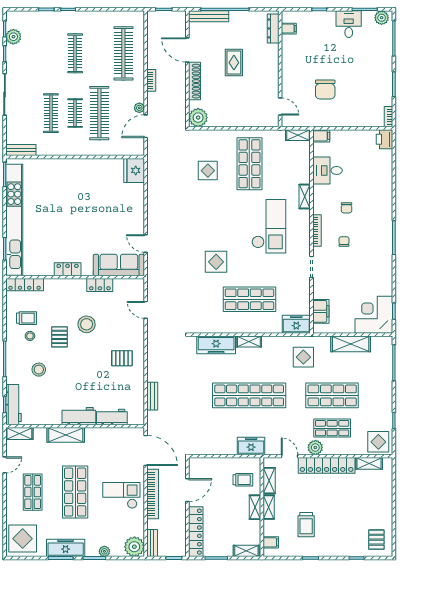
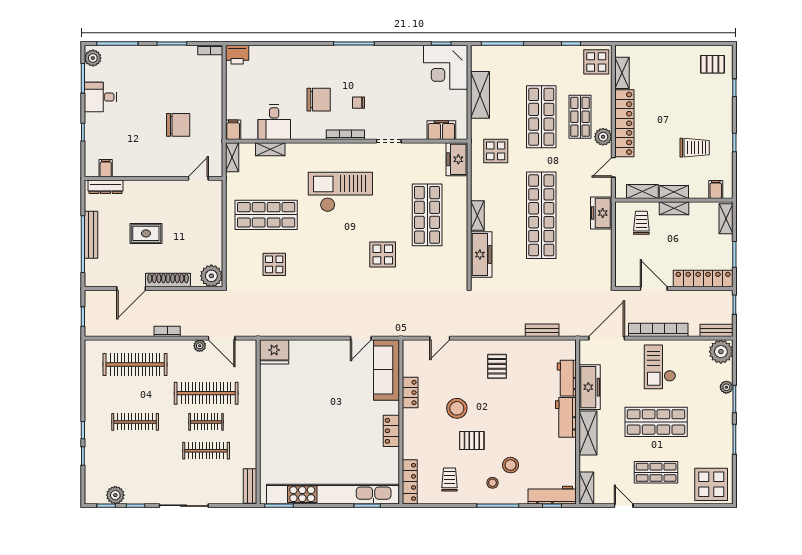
bench: (209, 16) -> (91, 235), moved
shelving: (305, 197) -> (270, 149), moved
chair: (347, 208) -> (319, 100), width x1.87, depth x1.87
stool: (30, 336) -> (492, 483), moved
freezer: (66, 548) -> (590, 387), moved, turned 180

